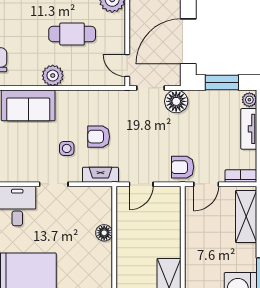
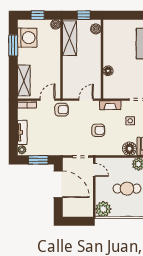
door: (188, 41) -> (58, 184), hinge flipped
floor lamp: (176, 101) -> (129, 149), moved
armchair: (99, 137) -> (98, 130), moved

